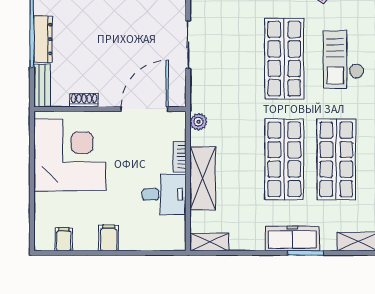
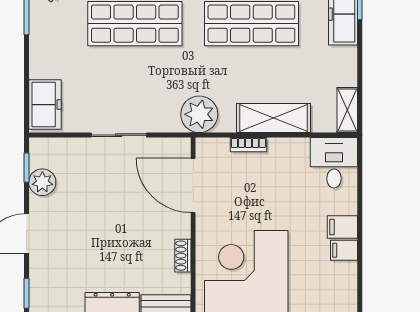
plant: (198, 122) -> (199, 114), width x1.88, depth x1.88
desk: (164, 194) -> (334, 163), moved
filing cabinet: (64, 239) -> (344, 250), moved

